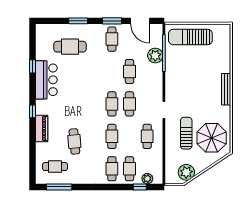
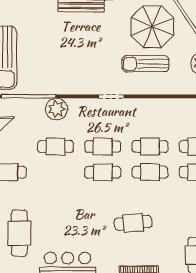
plant: (155, 56) -> (57, 109), moved
cafe table: (147, 136) -> (150, 146), moved
cafe table: (74, 141) -> (133, 223), moved

